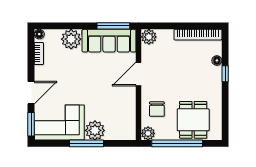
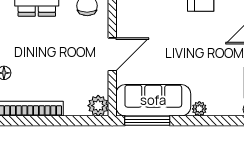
plant: (71, 39) -> (199, 109), width x0.53, depth x0.53

